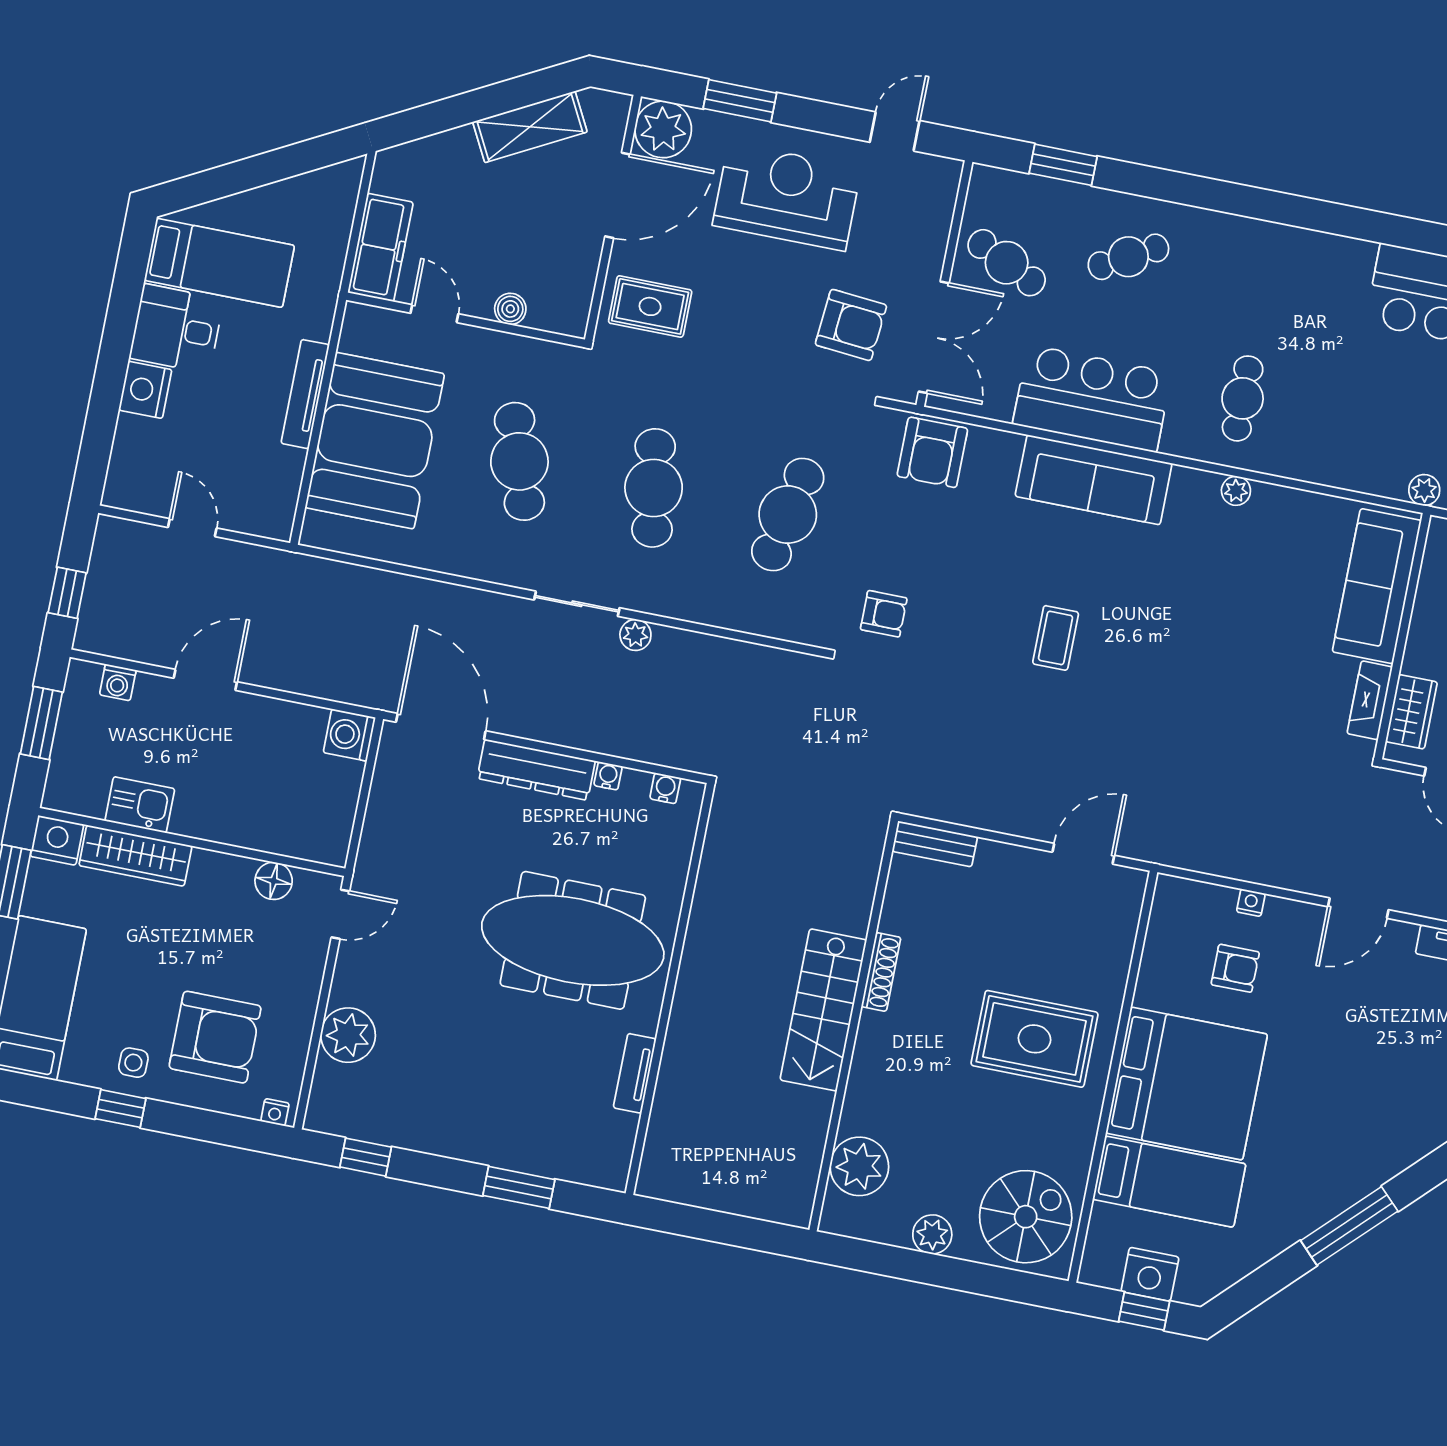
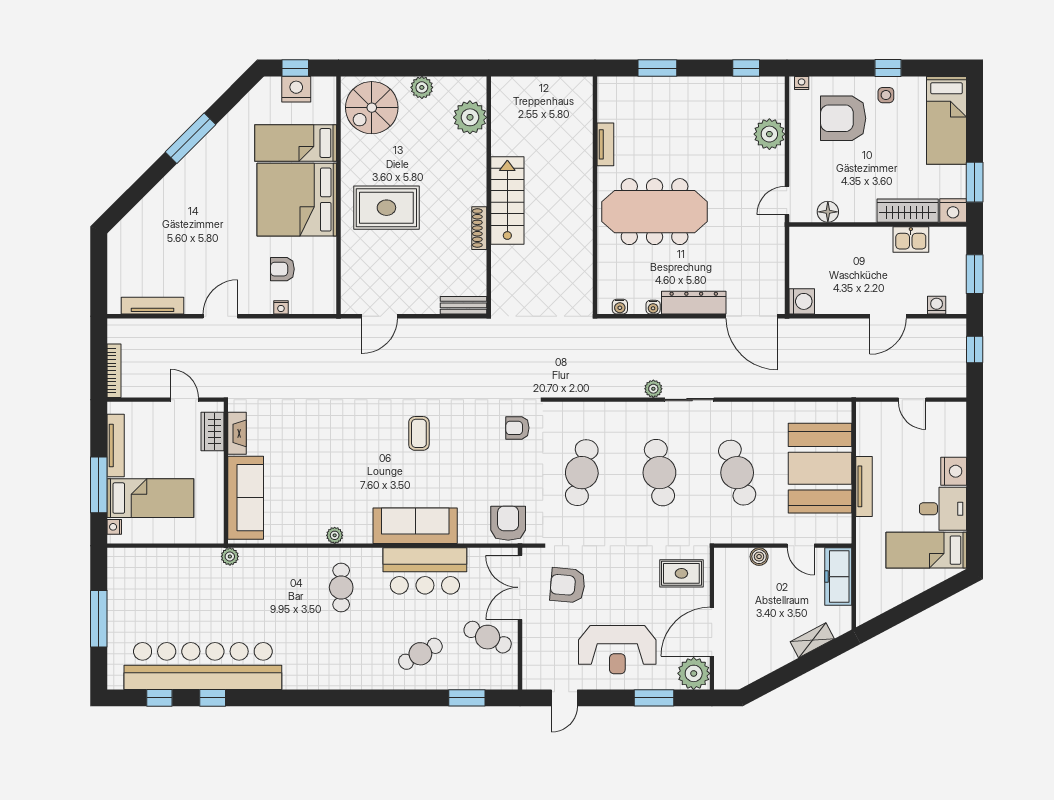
shelving: (530, 127) -> (812, 640), moved, width x0.67, depth x0.75

